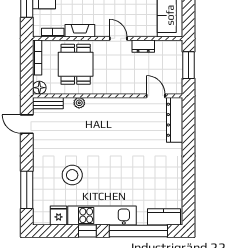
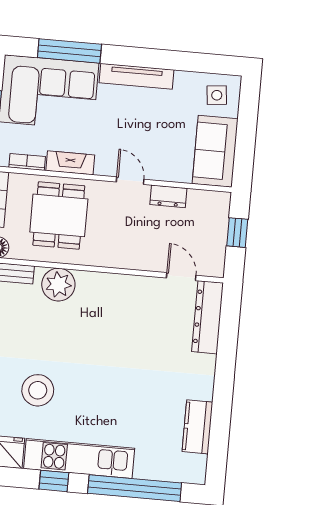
window: (188, 65) -> (237, 233), width x0.67
plant: (79, 103) -> (58, 285), width x1.88, depth x1.88
kitchen counter: (164, 217) -> (197, 427), moved, turned -90

